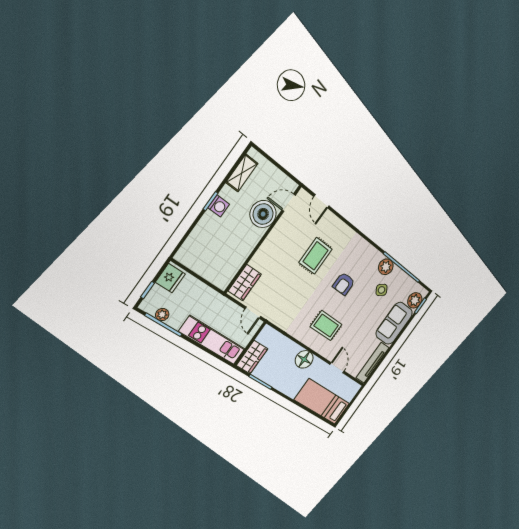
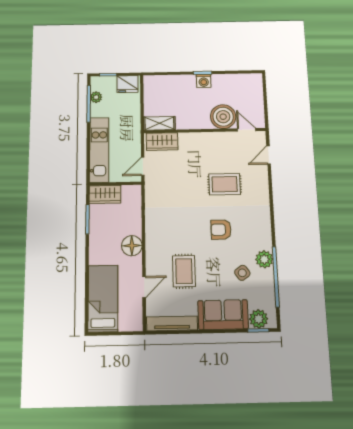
shelving: (242, 173) -> (159, 123), moved
rug: (326, 326) -> (184, 271), moved

